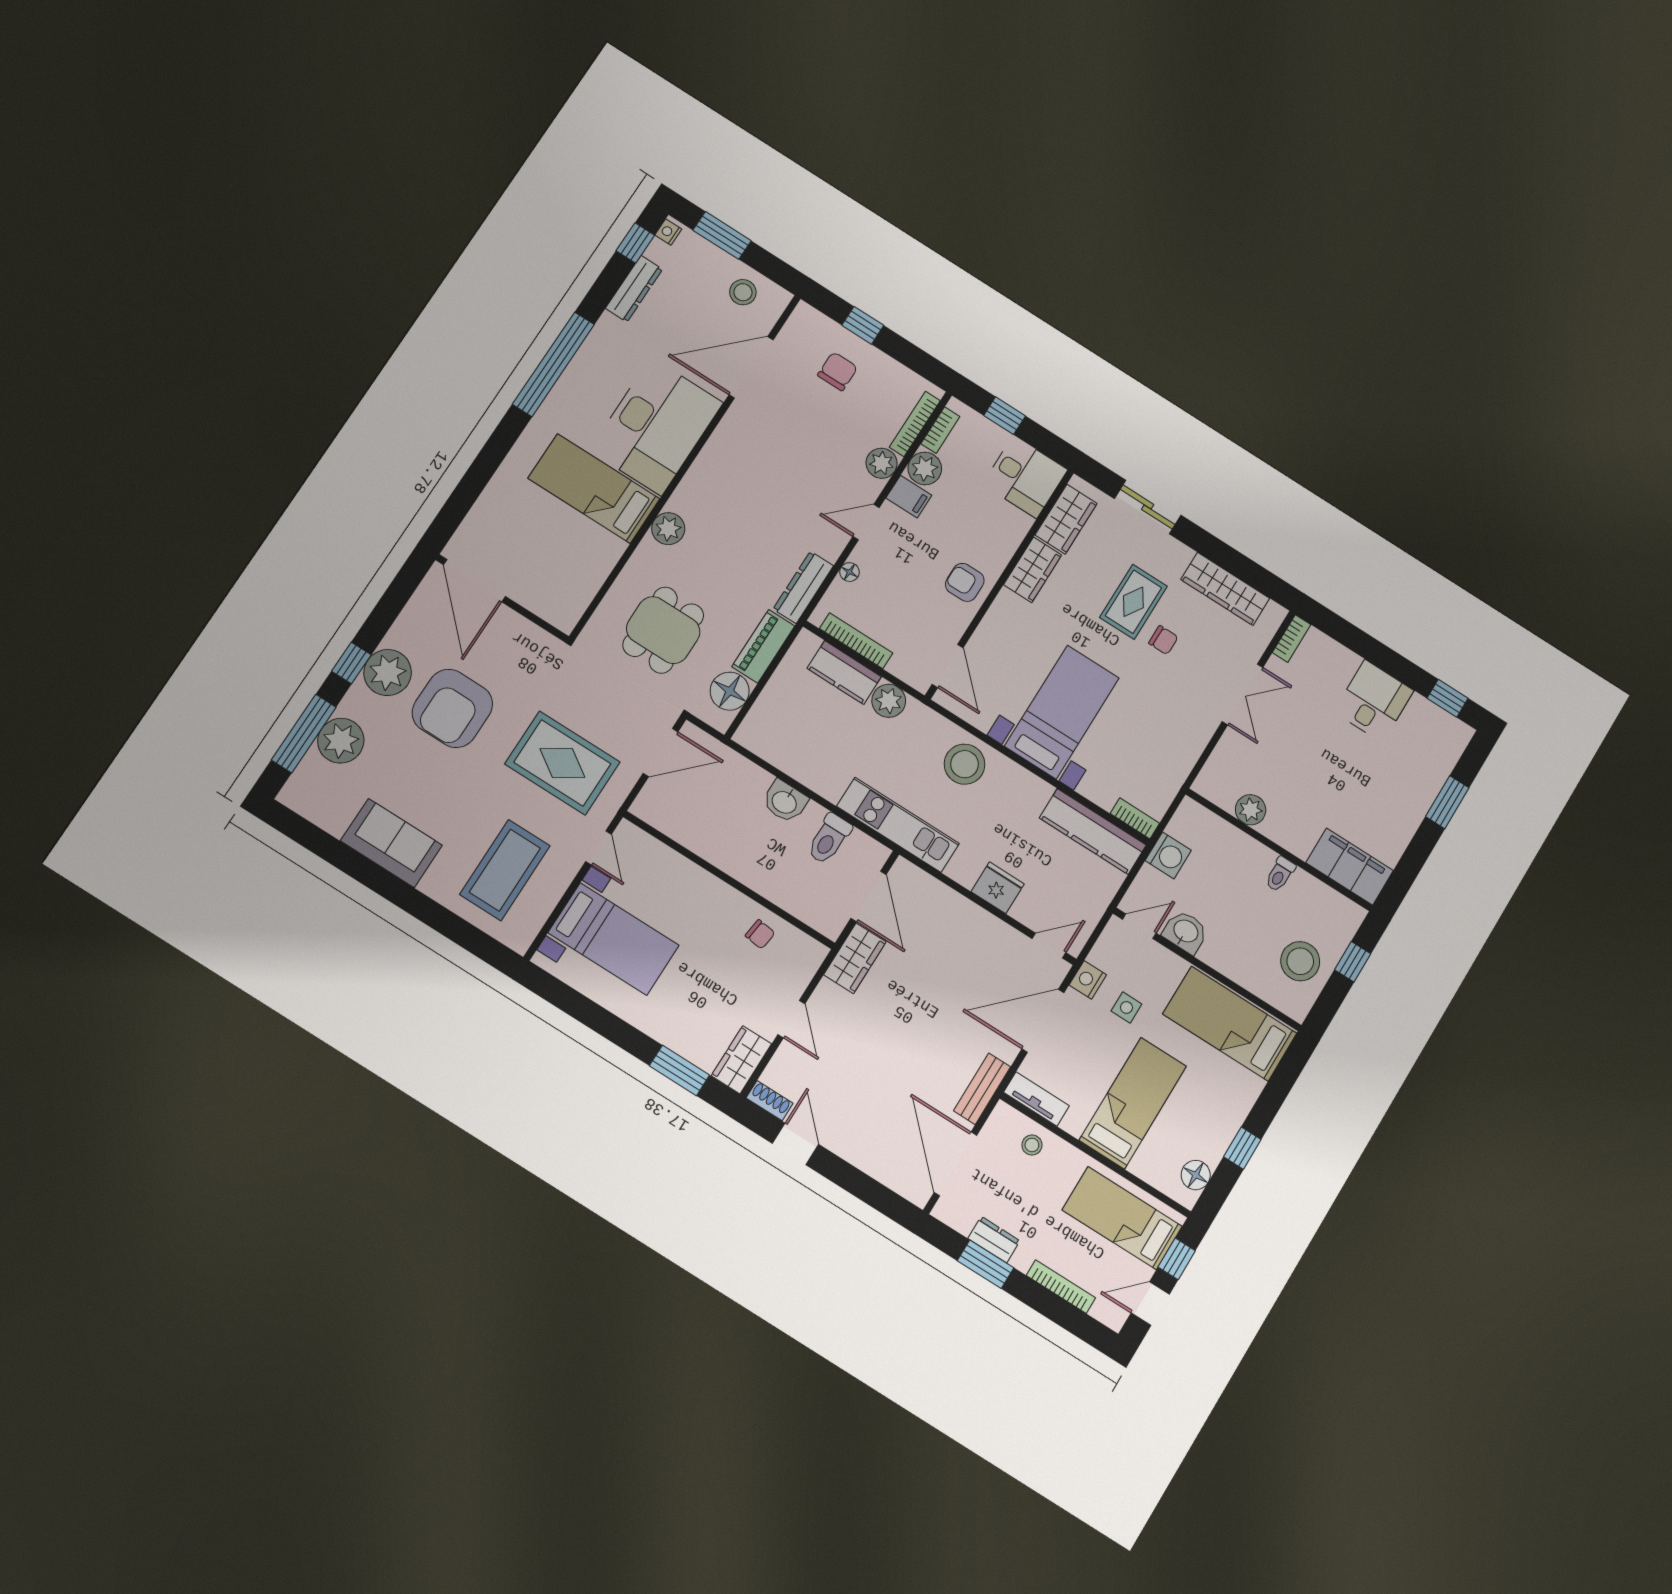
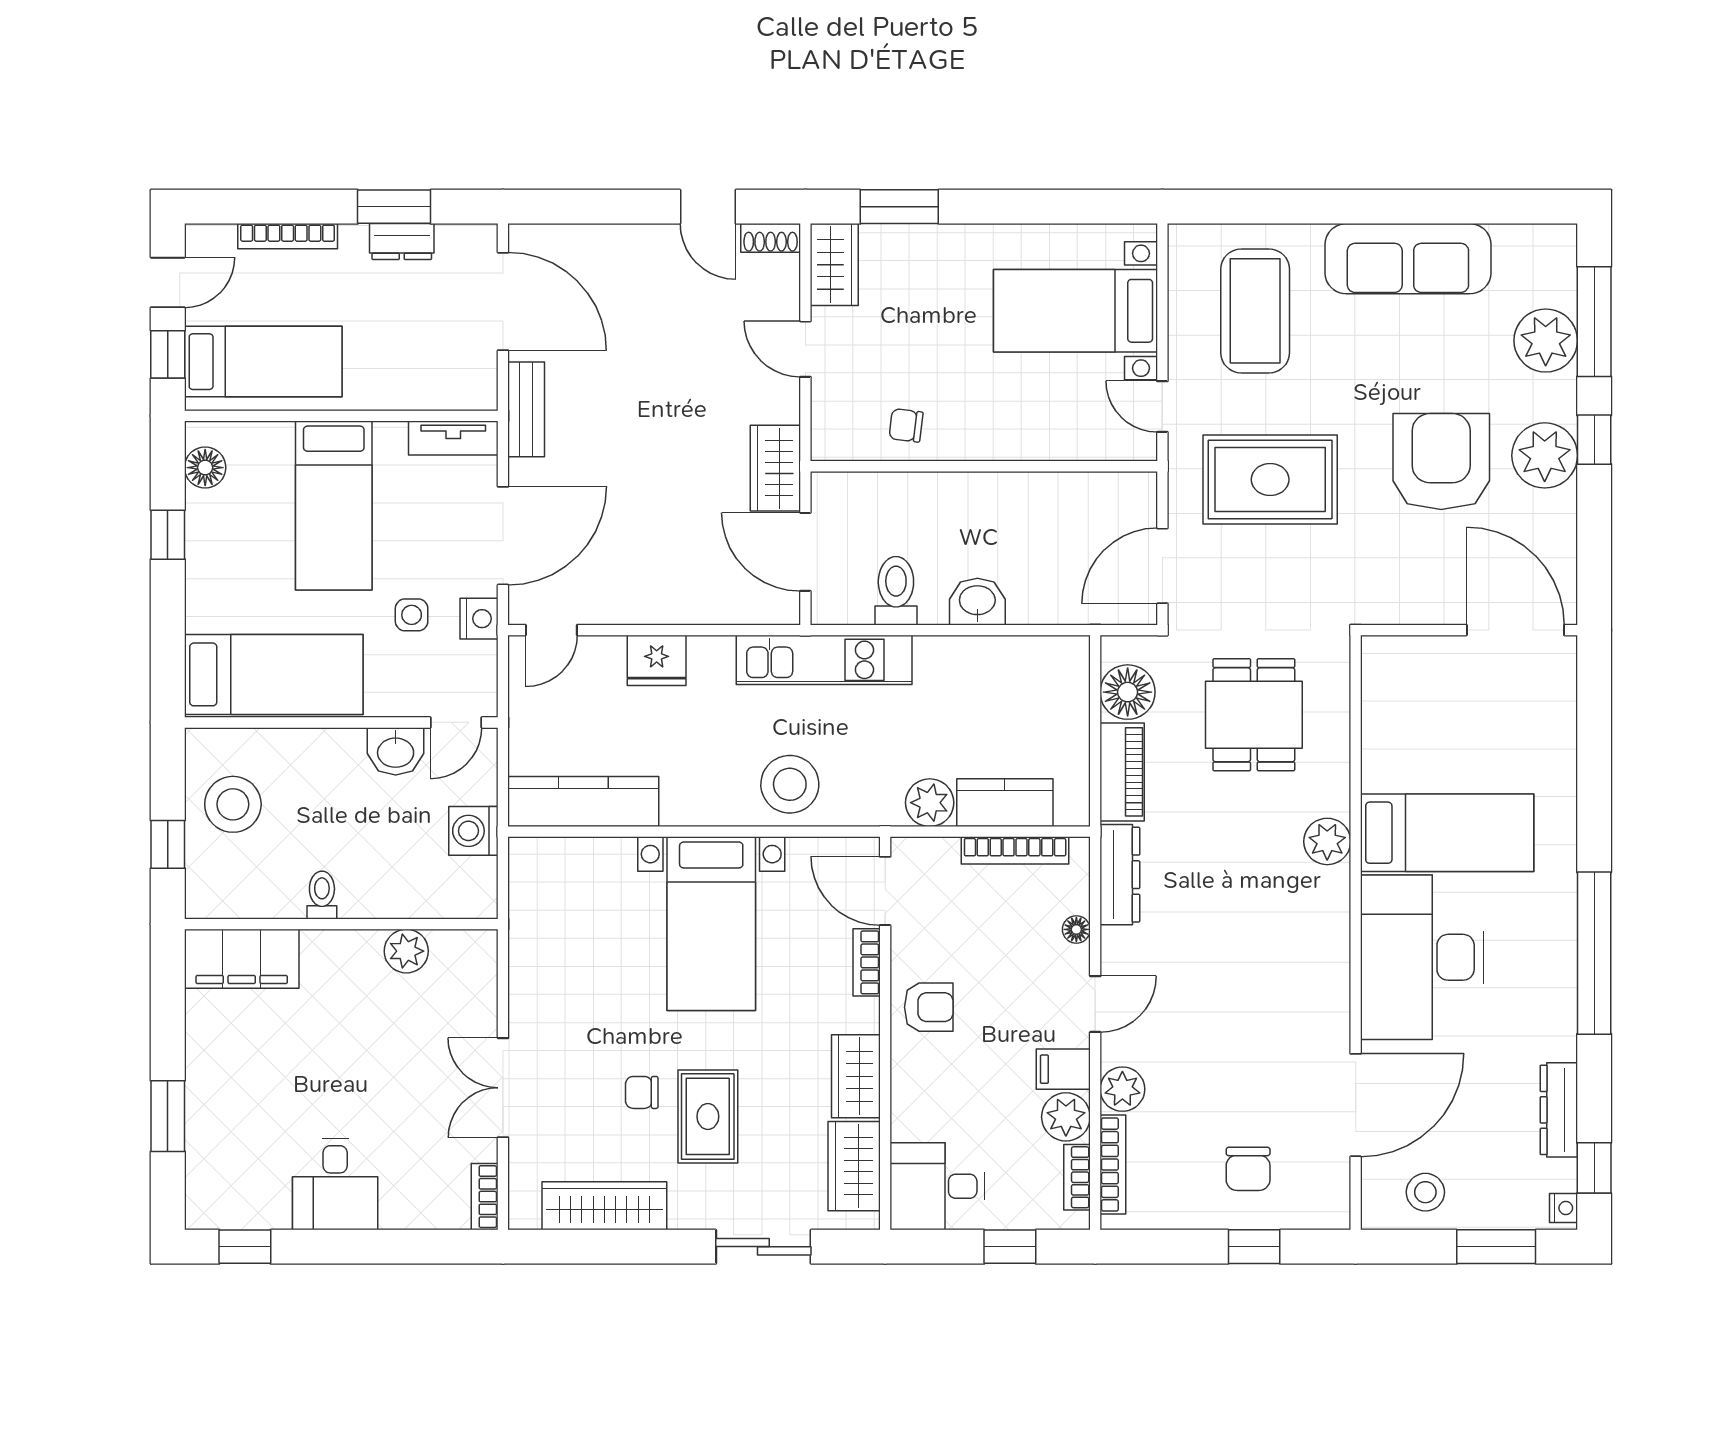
bookcase: (1135, 818) -> (867, 962), moved, turned 90
sofa: (391, 843) -> (1408, 259), width x1.36
stool: (1032, 1145) -> (425, 380), removed

